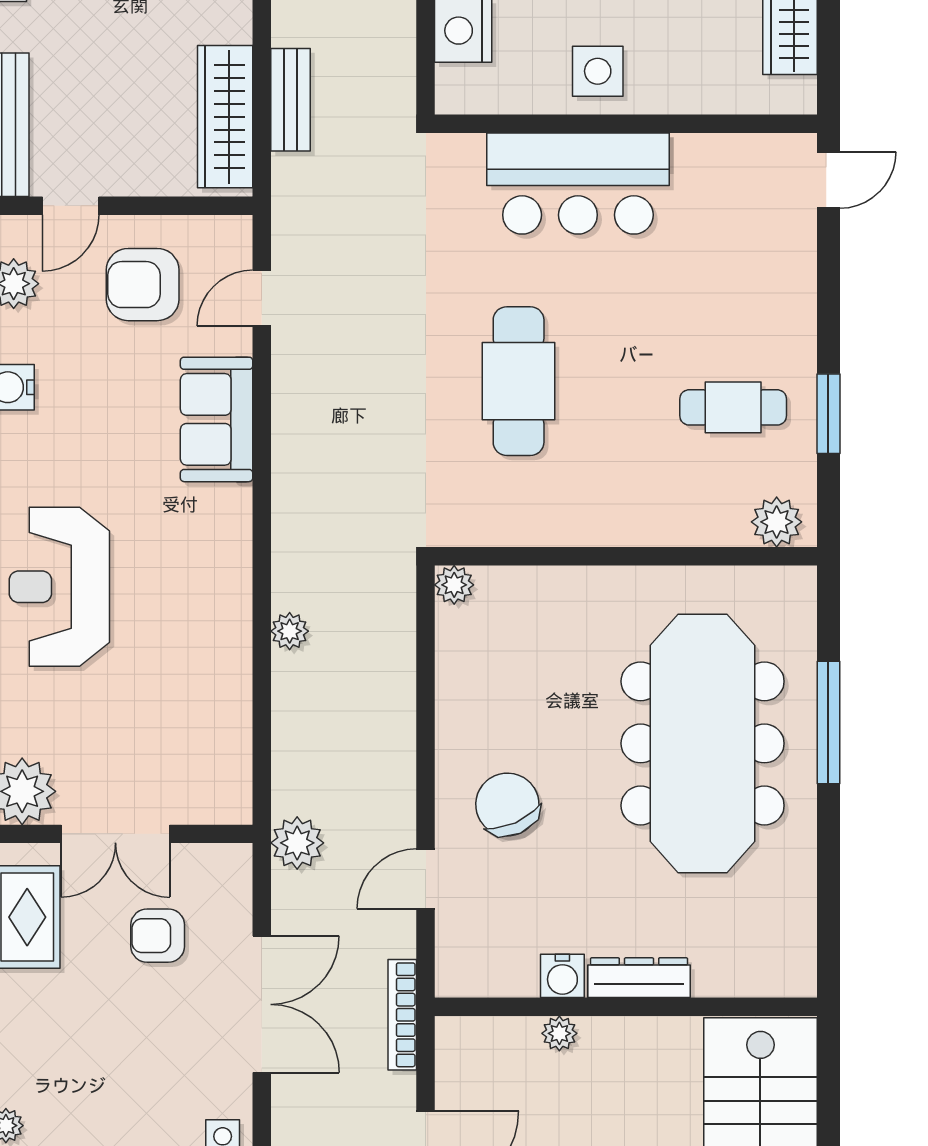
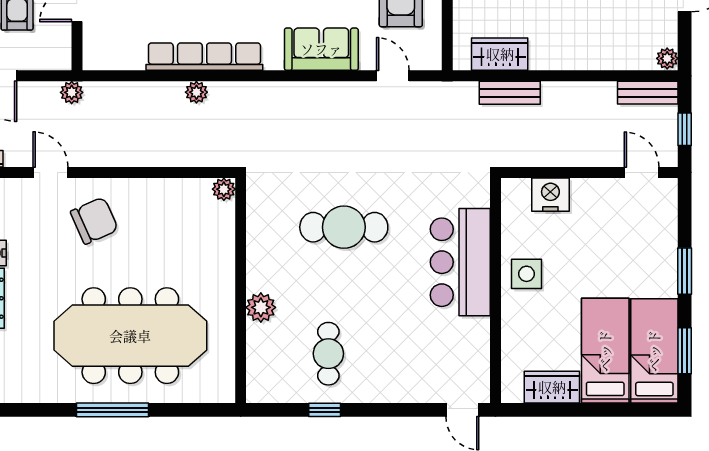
wardrobe: (225, 117) -> (500, 54), width x0.67
window: (828, 414) -> (325, 410), width x0.67
plant: (777, 522) -> (261, 307), moved
row of seats: (229, 618) -> (204, 57), added
window: (828, 723) -> (112, 410), moved
plant: (297, 843) -> (72, 92), width x0.73, depth x0.73

